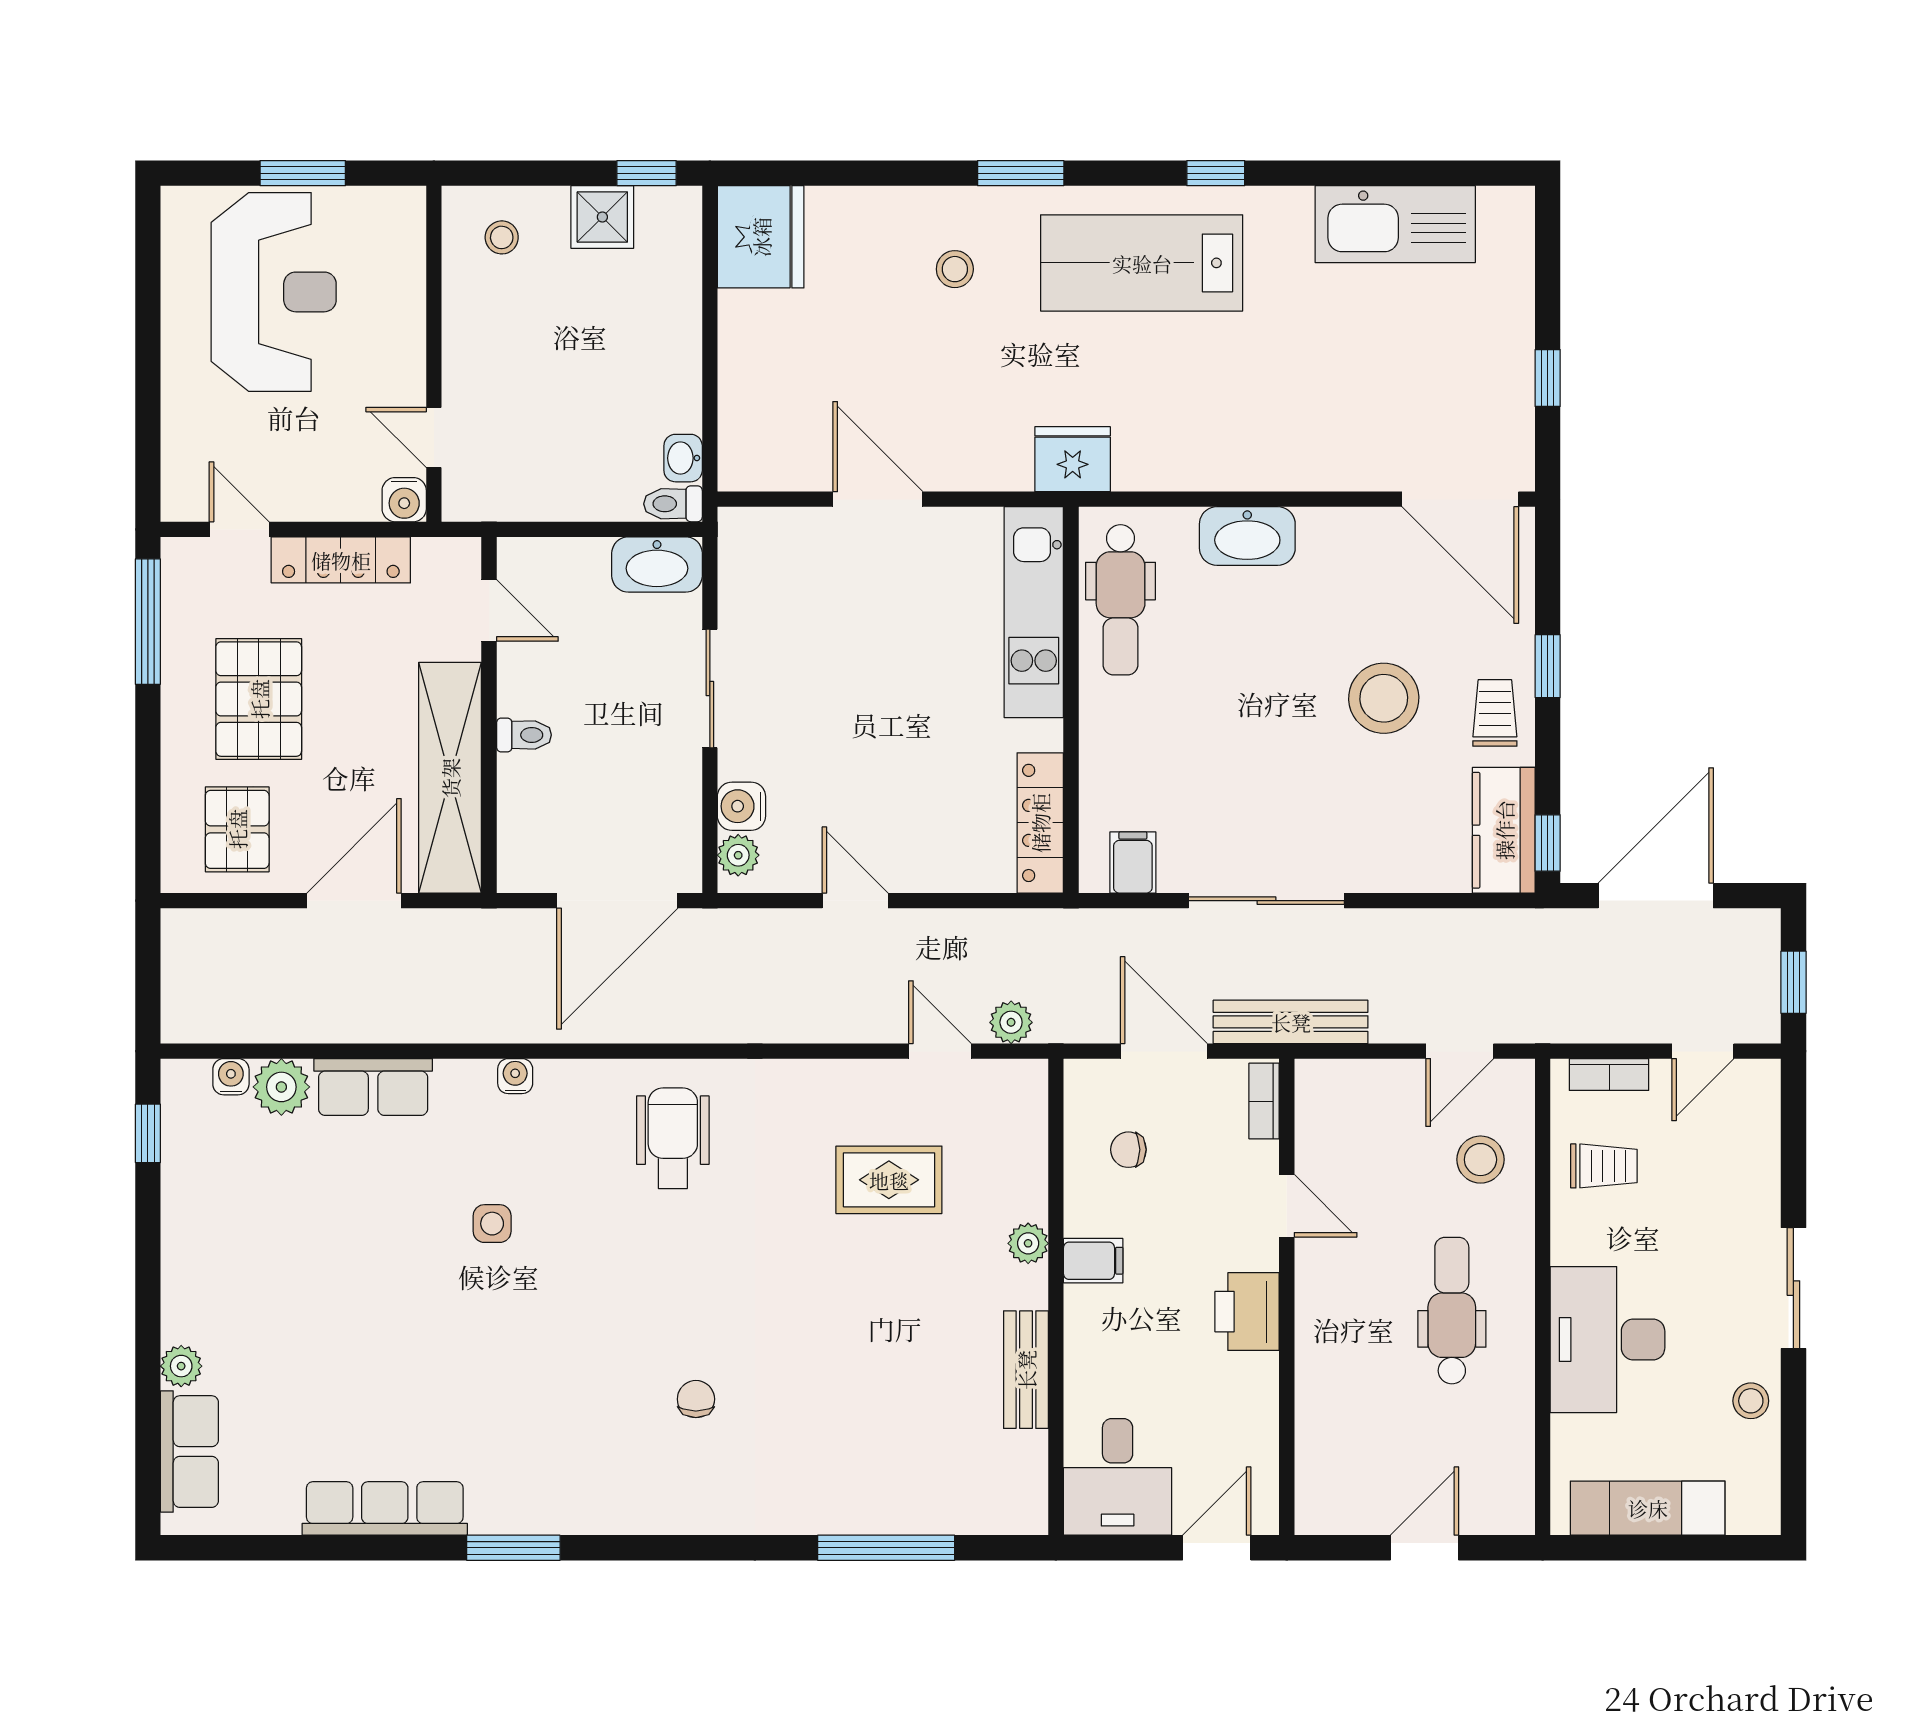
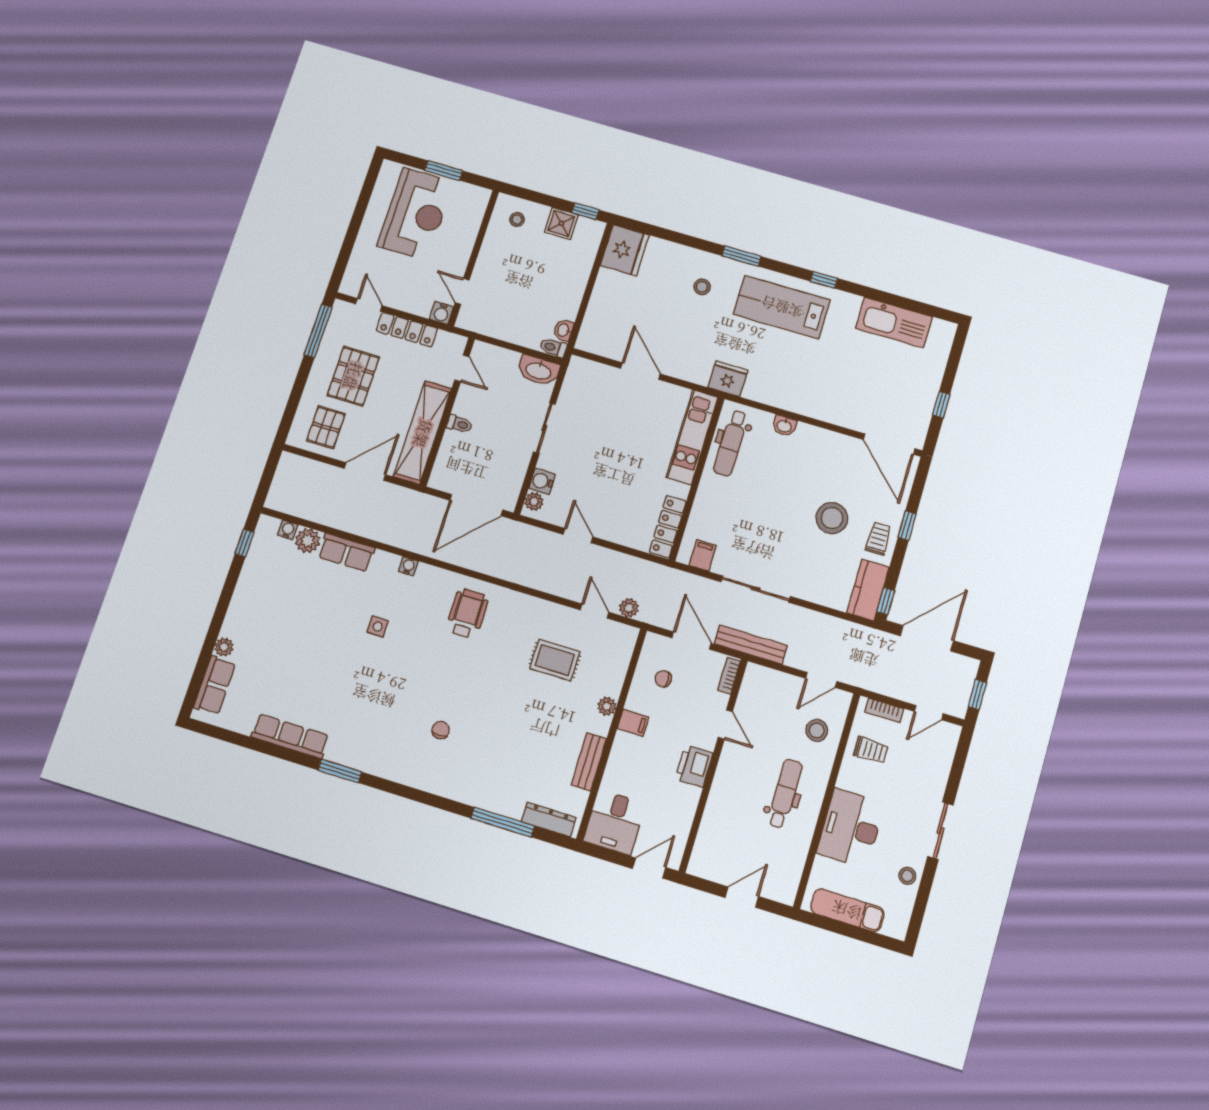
washbasin: (1247, 536) -> (784, 426), width x0.52, depth x0.69
dresser: (980, 1513) -> (549, 820), added

